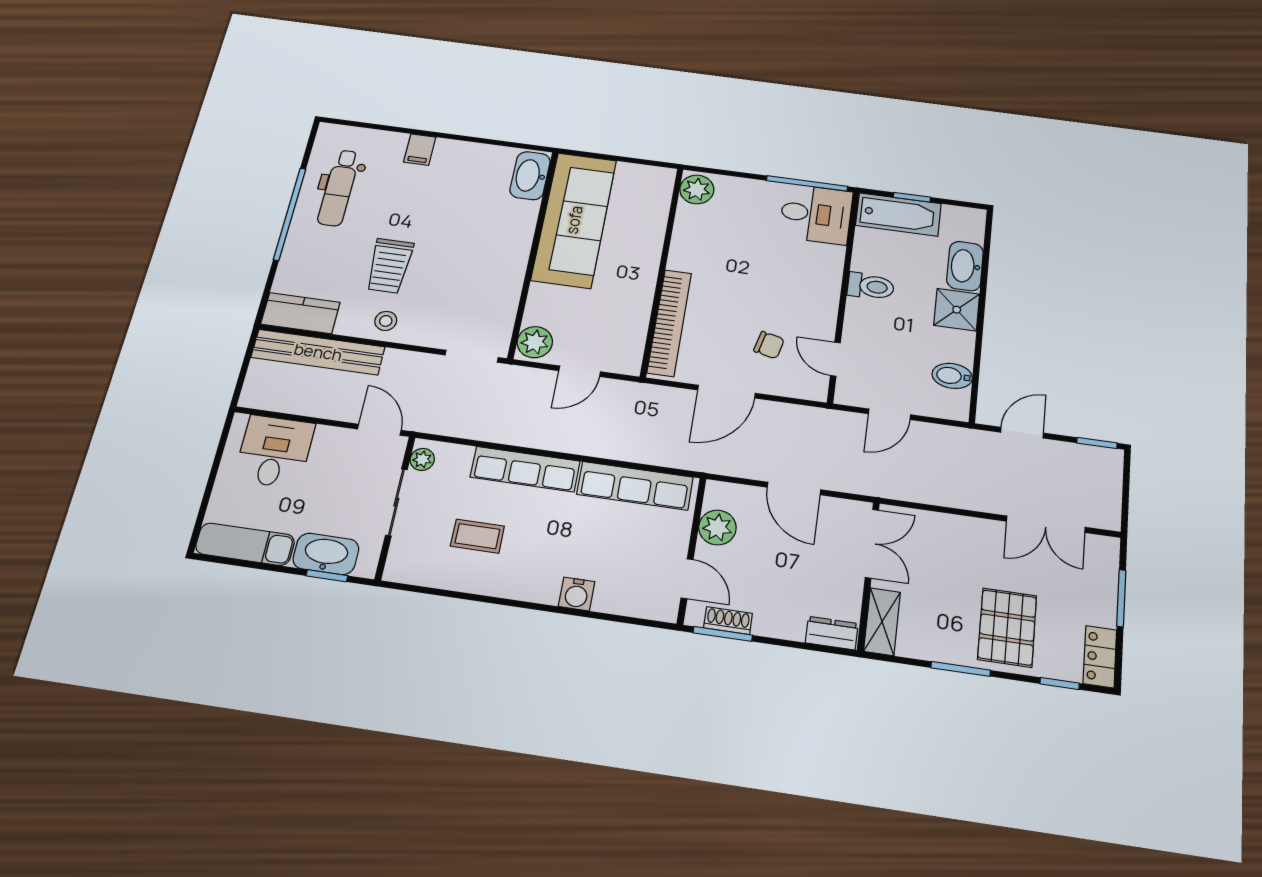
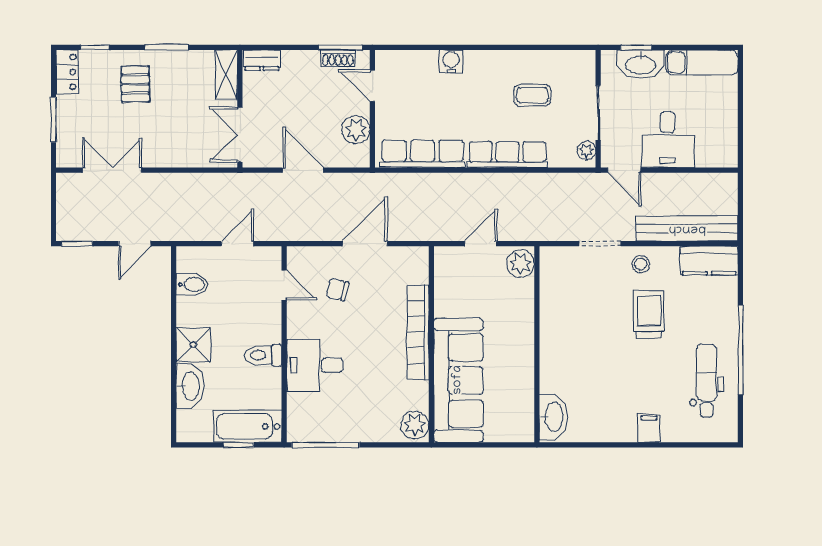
desk: (816, 214) -> (315, 365), moved
sofa: (574, 220) -> (458, 380), moved, turned 180
bookcase: (669, 323) -> (418, 332), moved
doorway: (472, 356) -> (600, 244), moved
desk: (274, 452) -> (667, 140), moved
pallet: (1007, 627) -> (135, 84), width x0.67, depth x0.71

